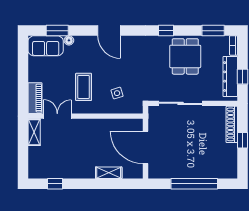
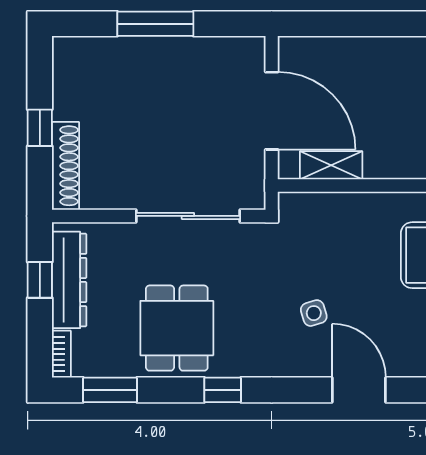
side table: (117, 93) -> (314, 313), moved
shelving: (109, 173) -> (331, 165), moved
window: (194, 184) -> (155, 24), width x0.68

